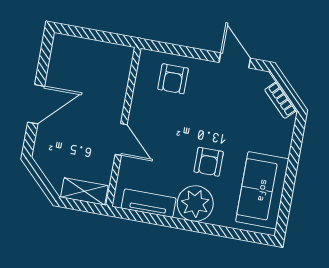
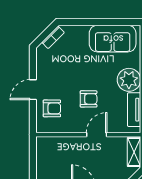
door: (235, 60) -> (33, 90), moved
armchair: (209, 162) -> (89, 99), moved

